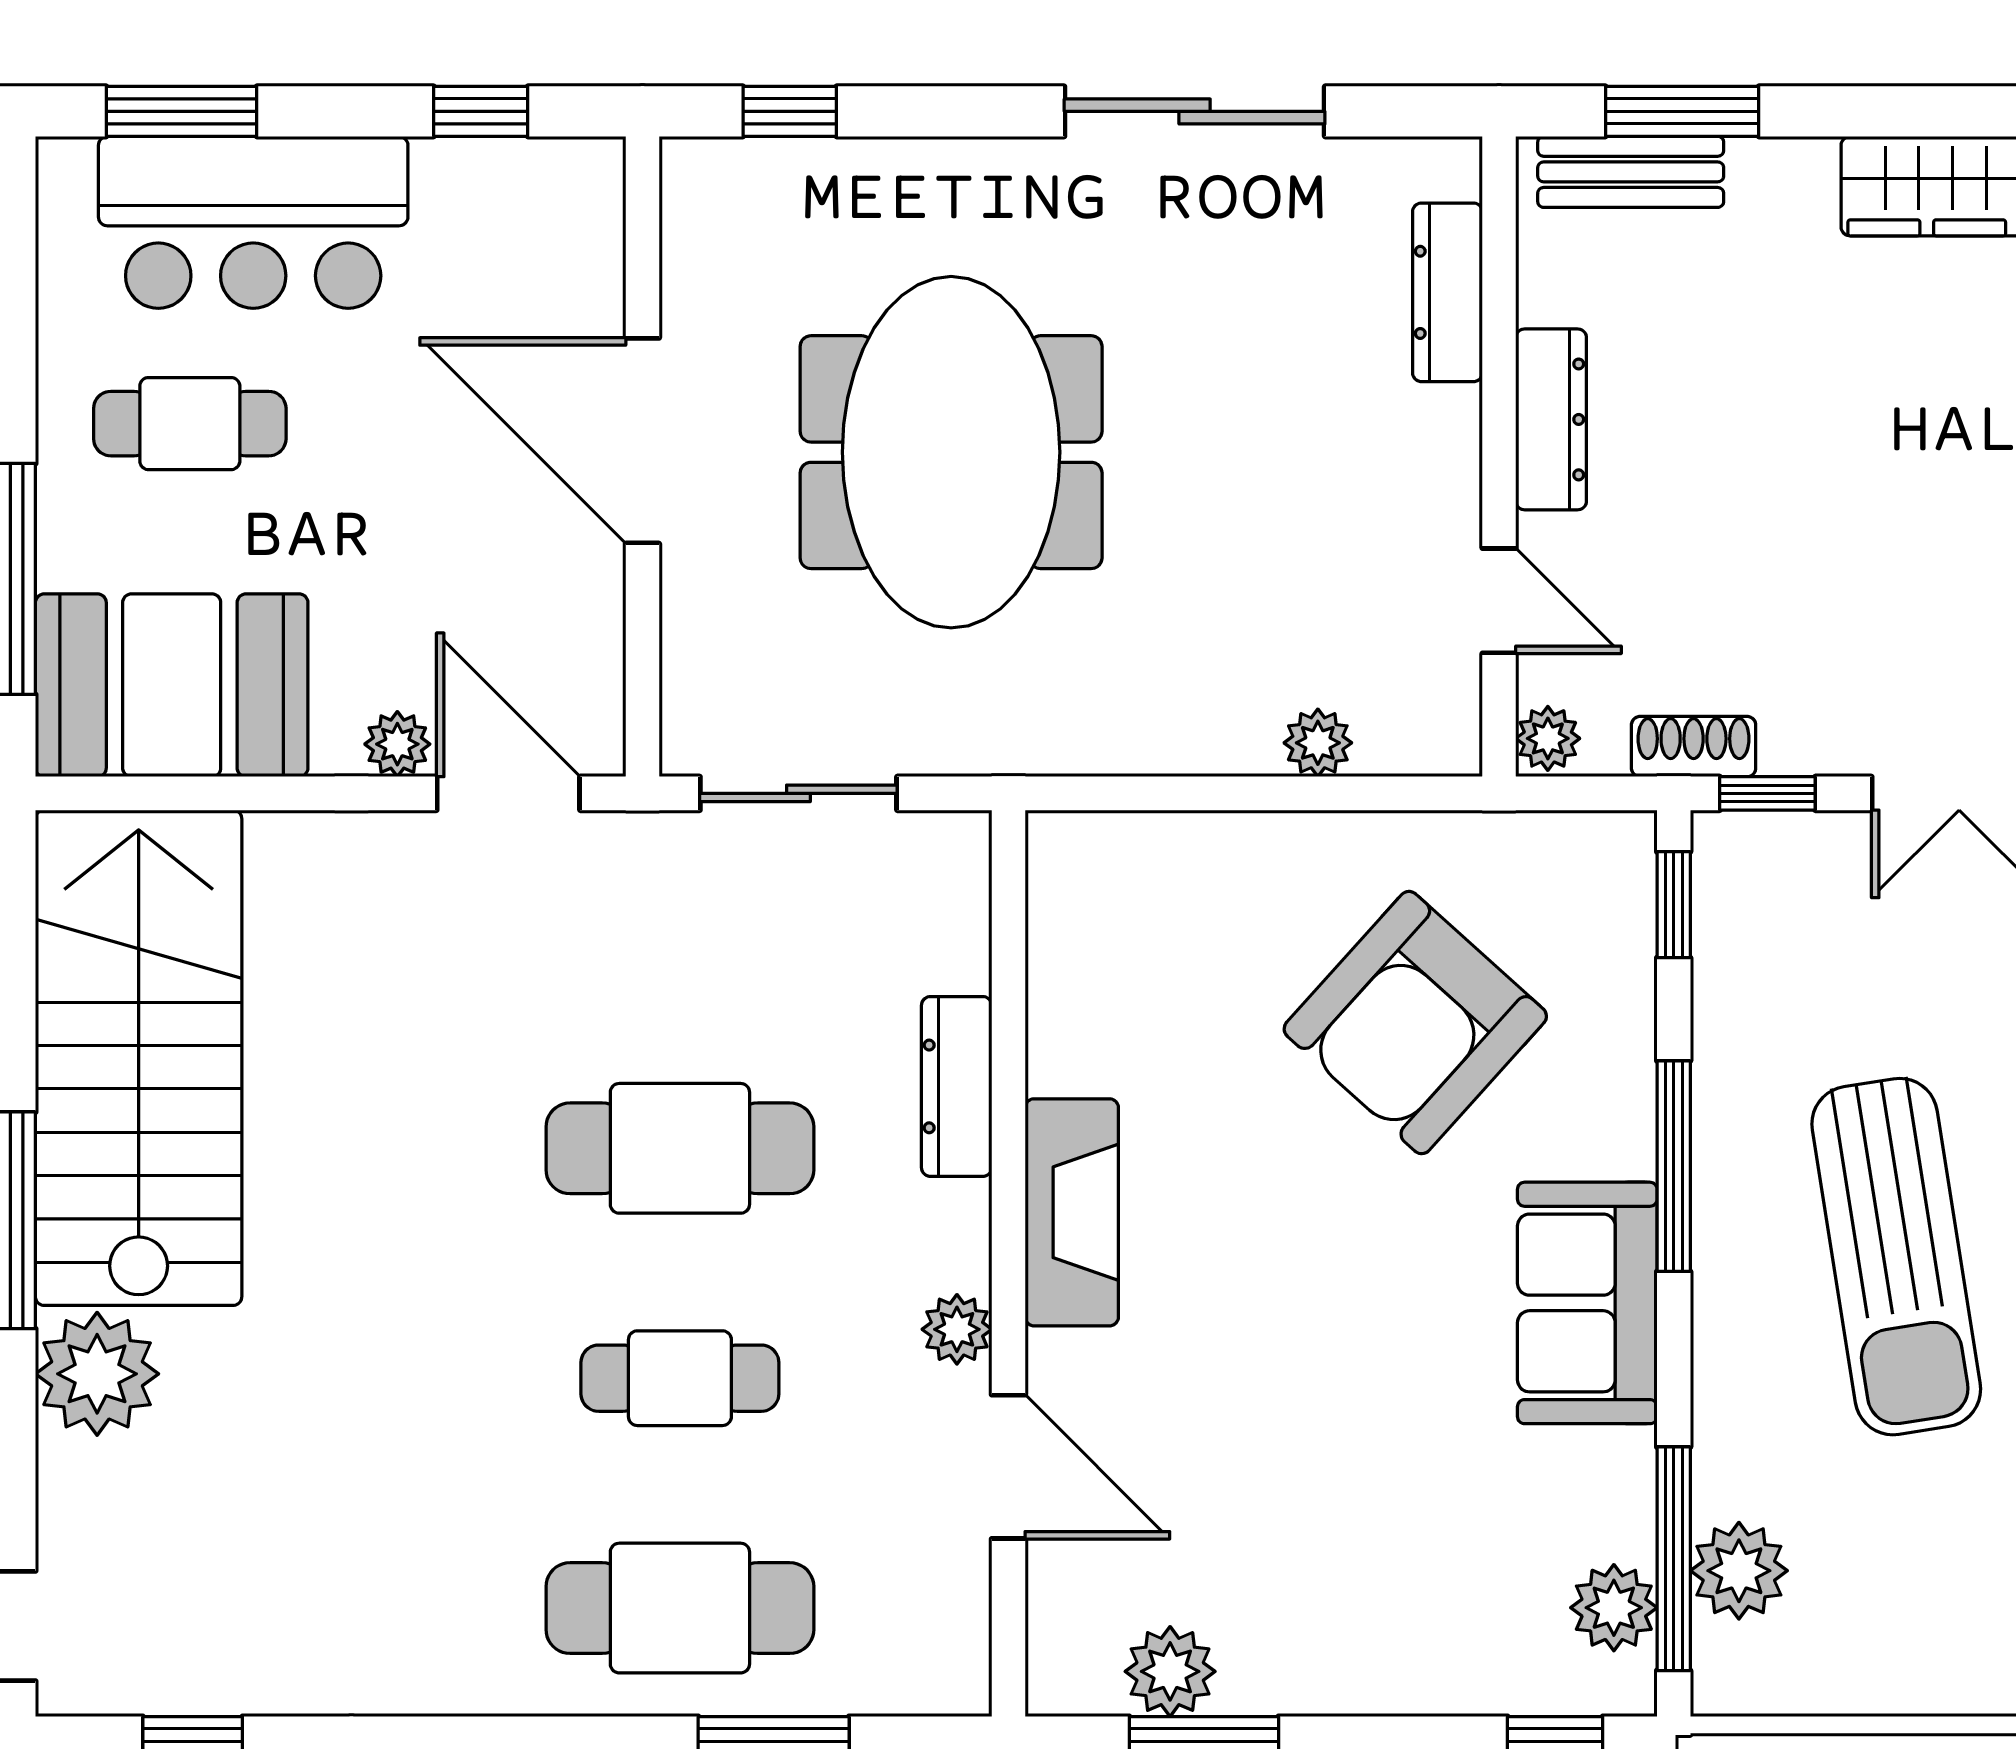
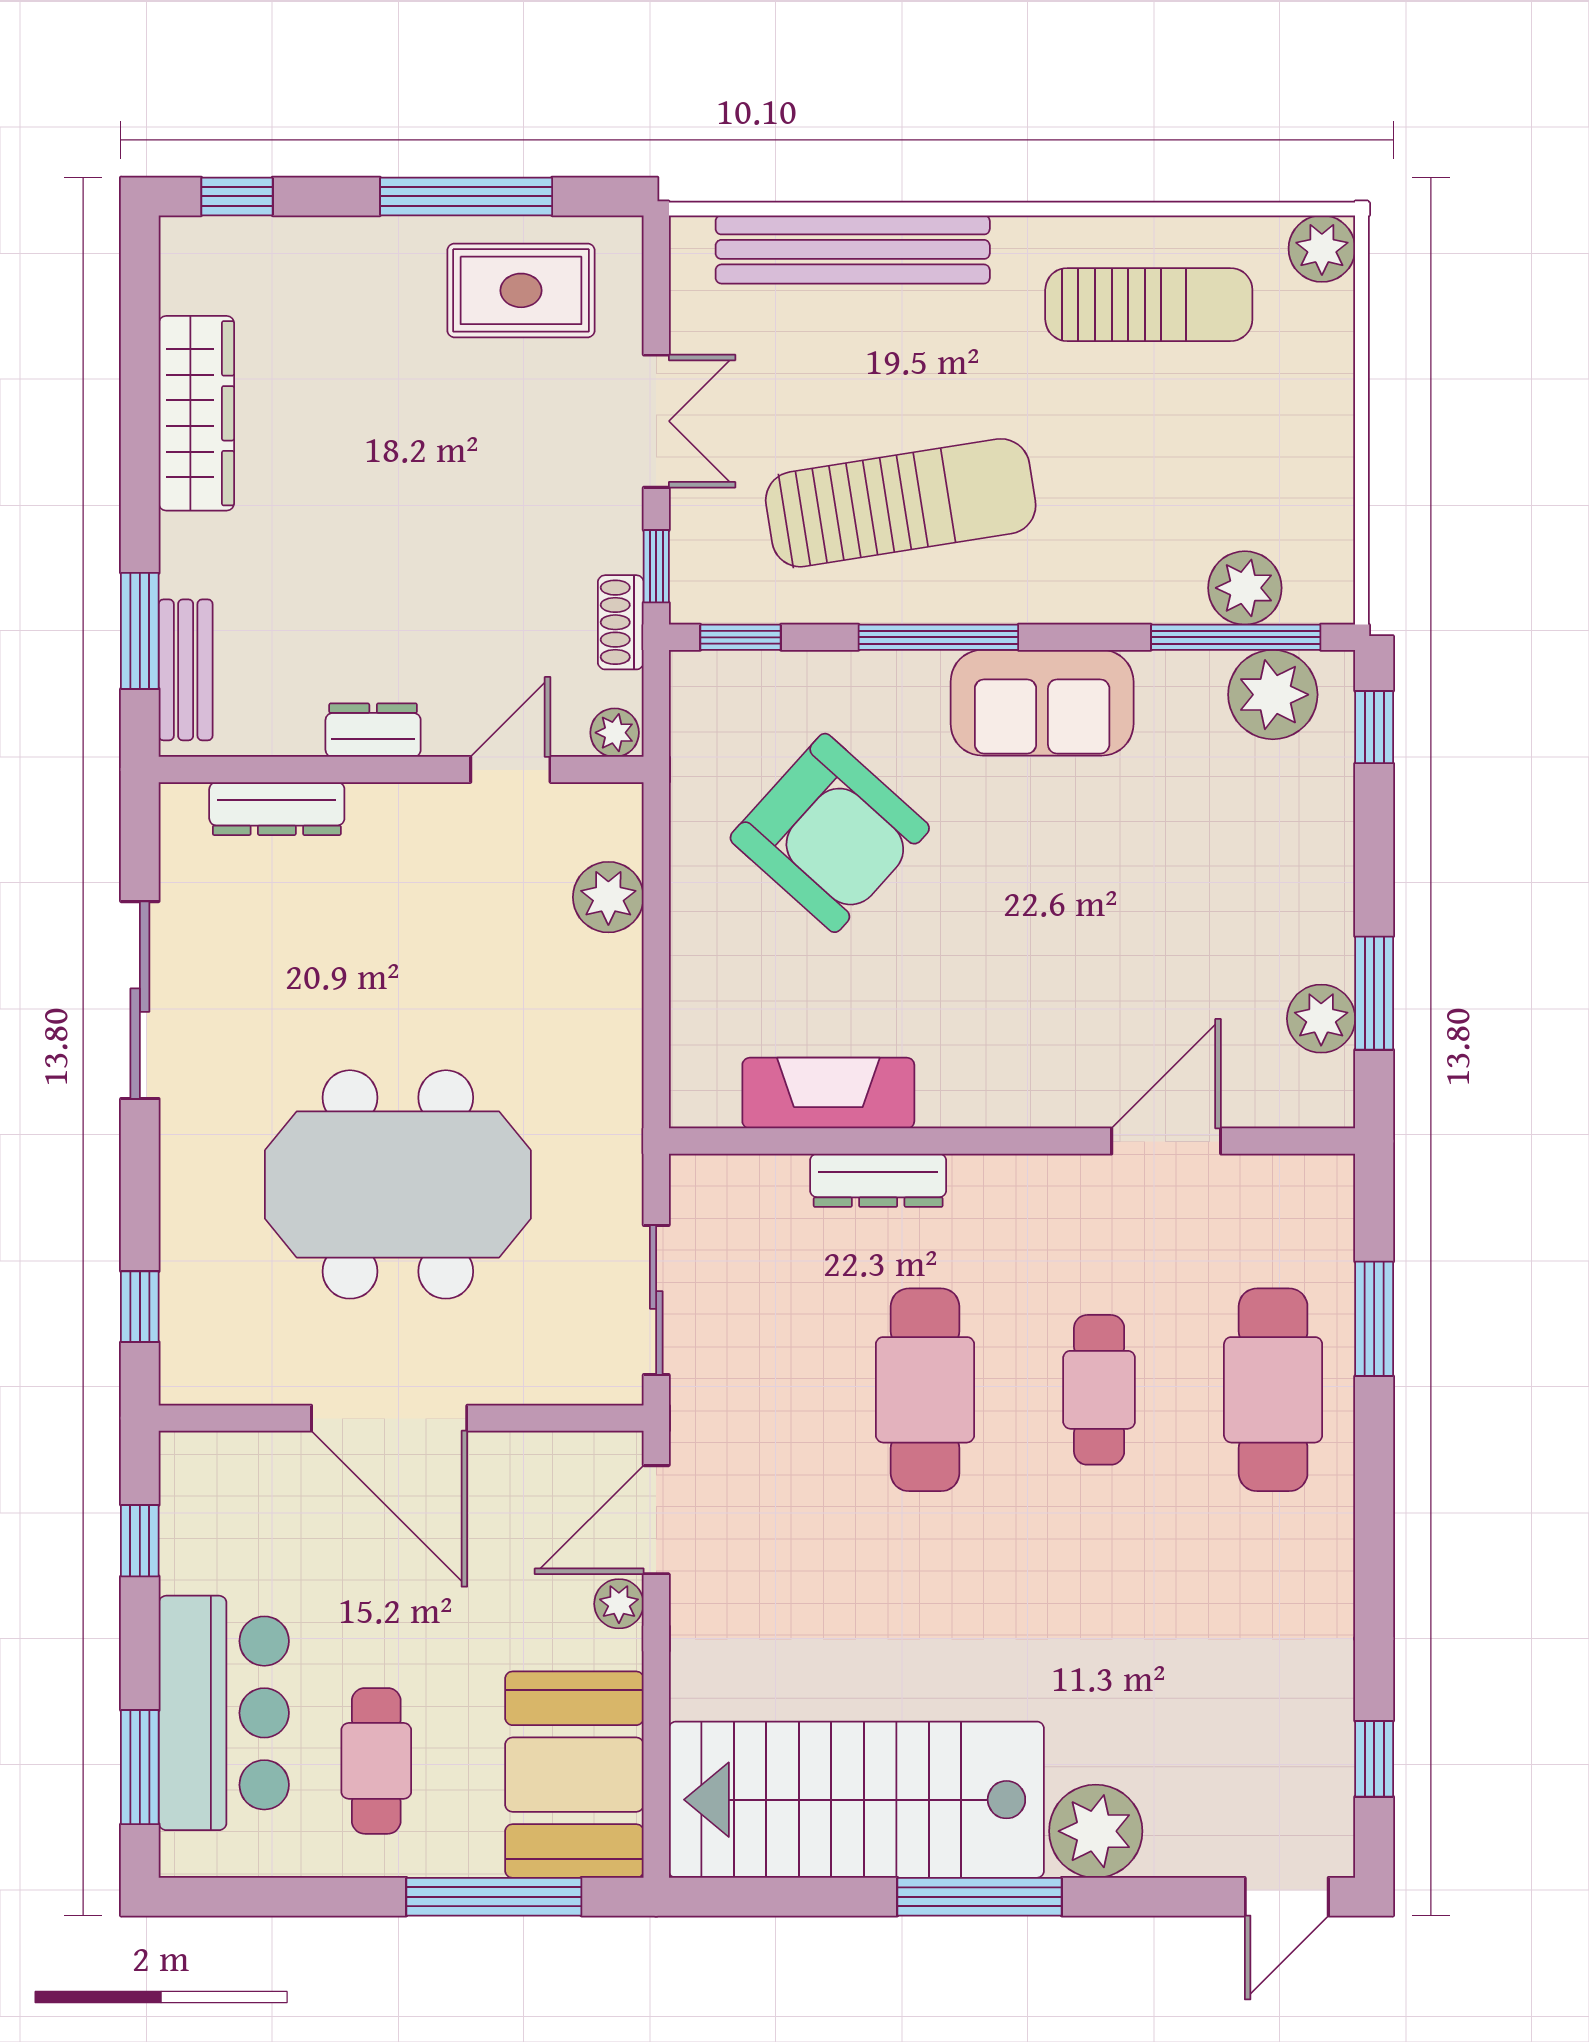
dresser: (1551, 419) -> (373, 730), width x0.70
door: (642, 441) -> (389, 1418), hinge flipped
plant: (1318, 743) -> (608, 897), width x1.38, depth x1.38
fireplace: (1072, 1212) -> (828, 1093), moved
sun lounger: (1896, 1257) -> (901, 503), moved
plant: (957, 1329) -> (1062, 1180), removed
plant: (1614, 1608) -> (1273, 695), width x1.36, depth x1.36

